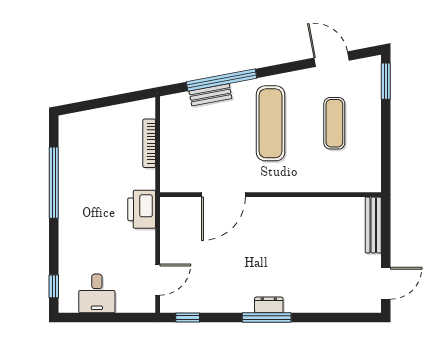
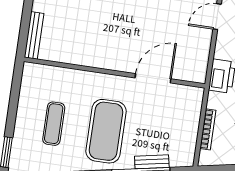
exercise mat: (271, 123) -> (106, 131), width x1.47

